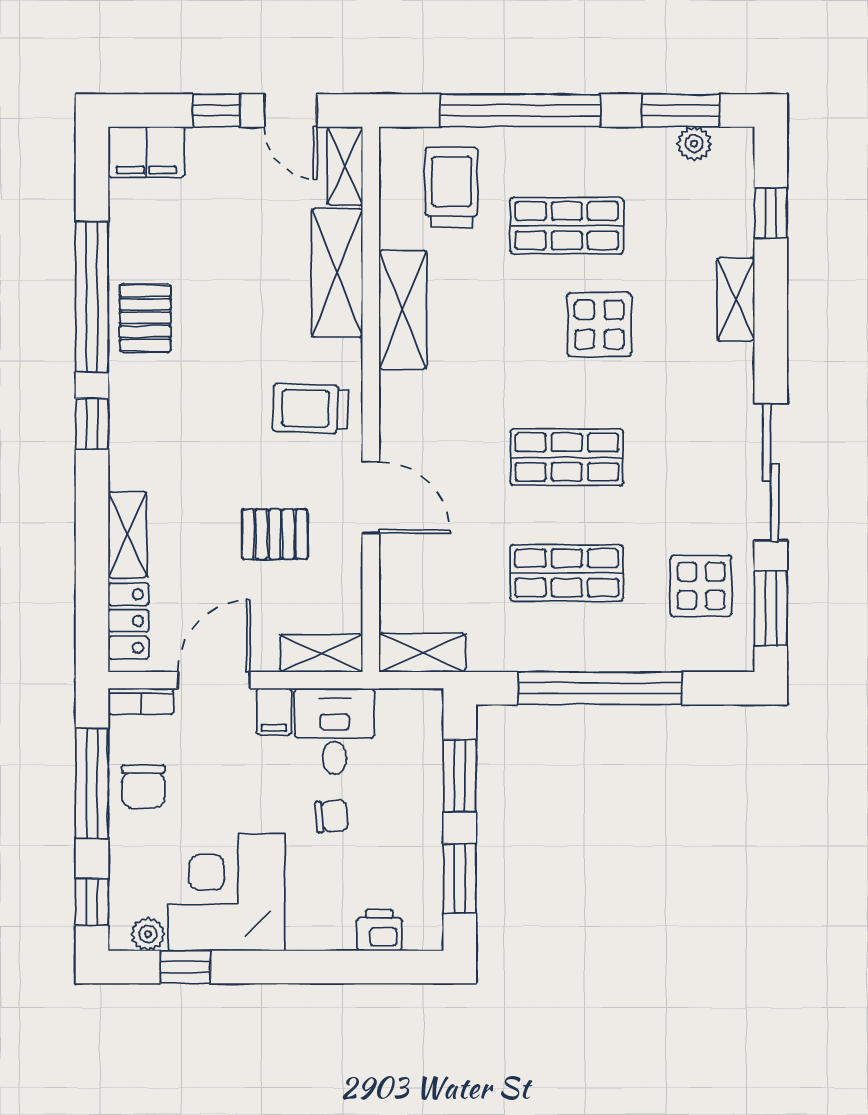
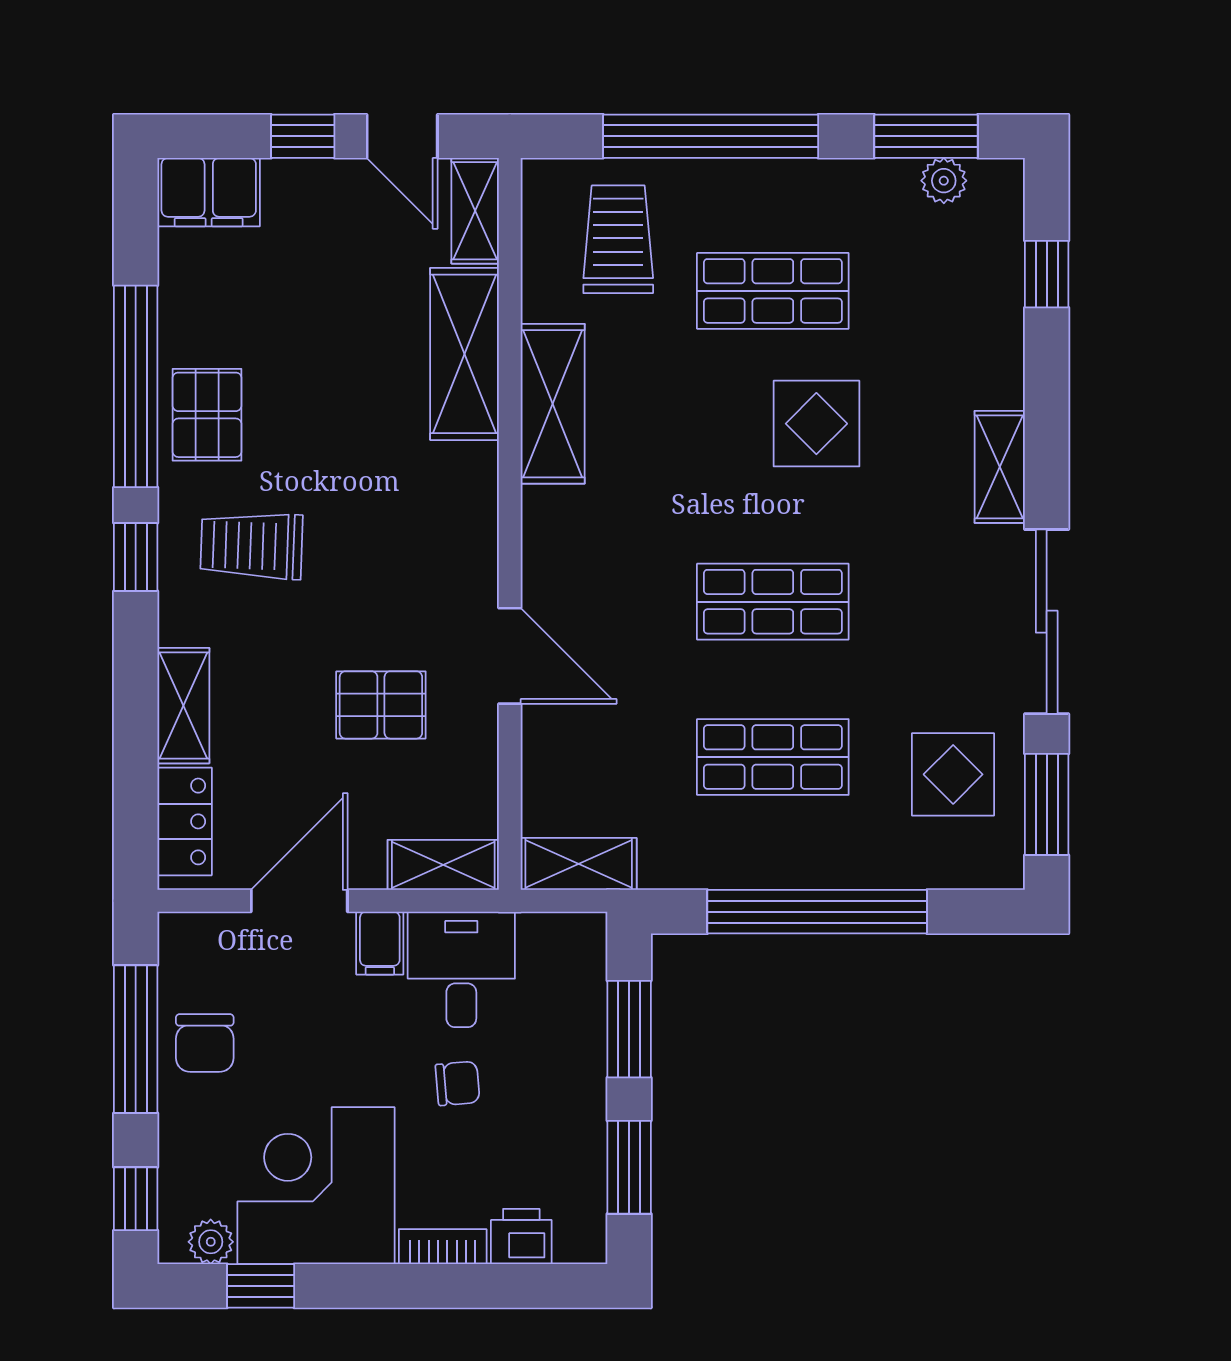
shelving: (736, 299) -> (1000, 467), moved
trolley: (311, 409) -> (251, 546), moved
bookcase: (141, 701) -> (443, 1247), moved, turned 180

